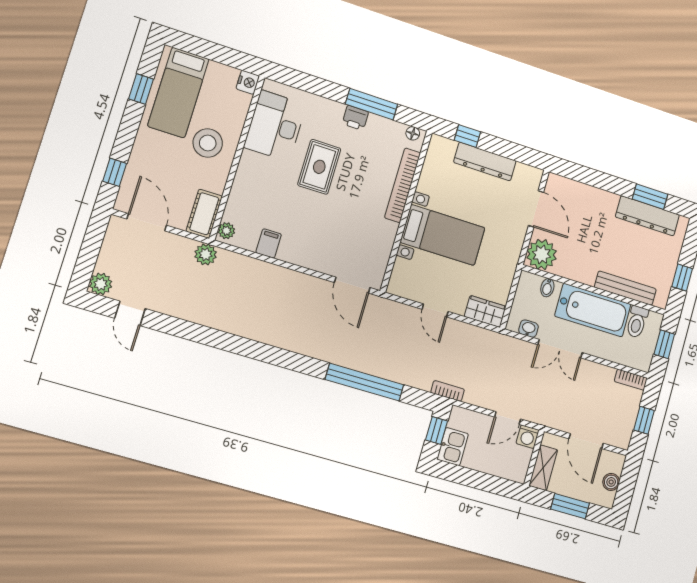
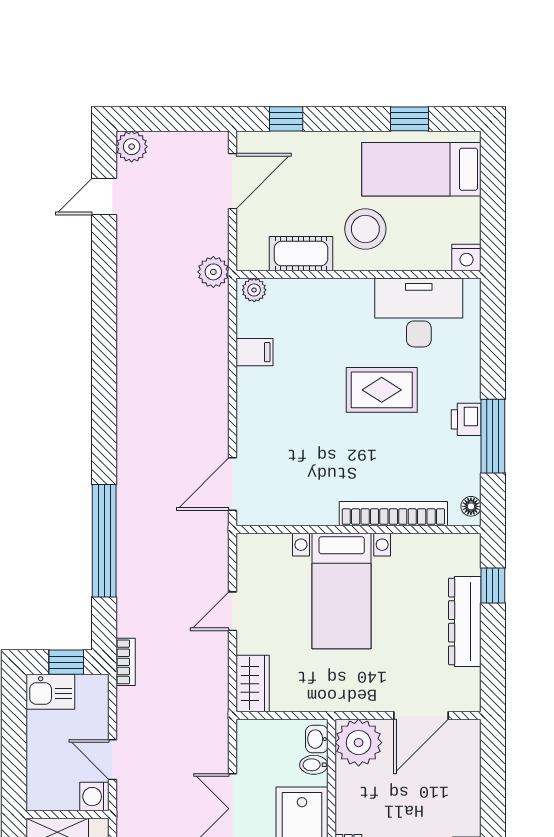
cot: (204, 214) -> (301, 254), moved
washbasin: (528, 329) -> (317, 739), moved, turned 180

